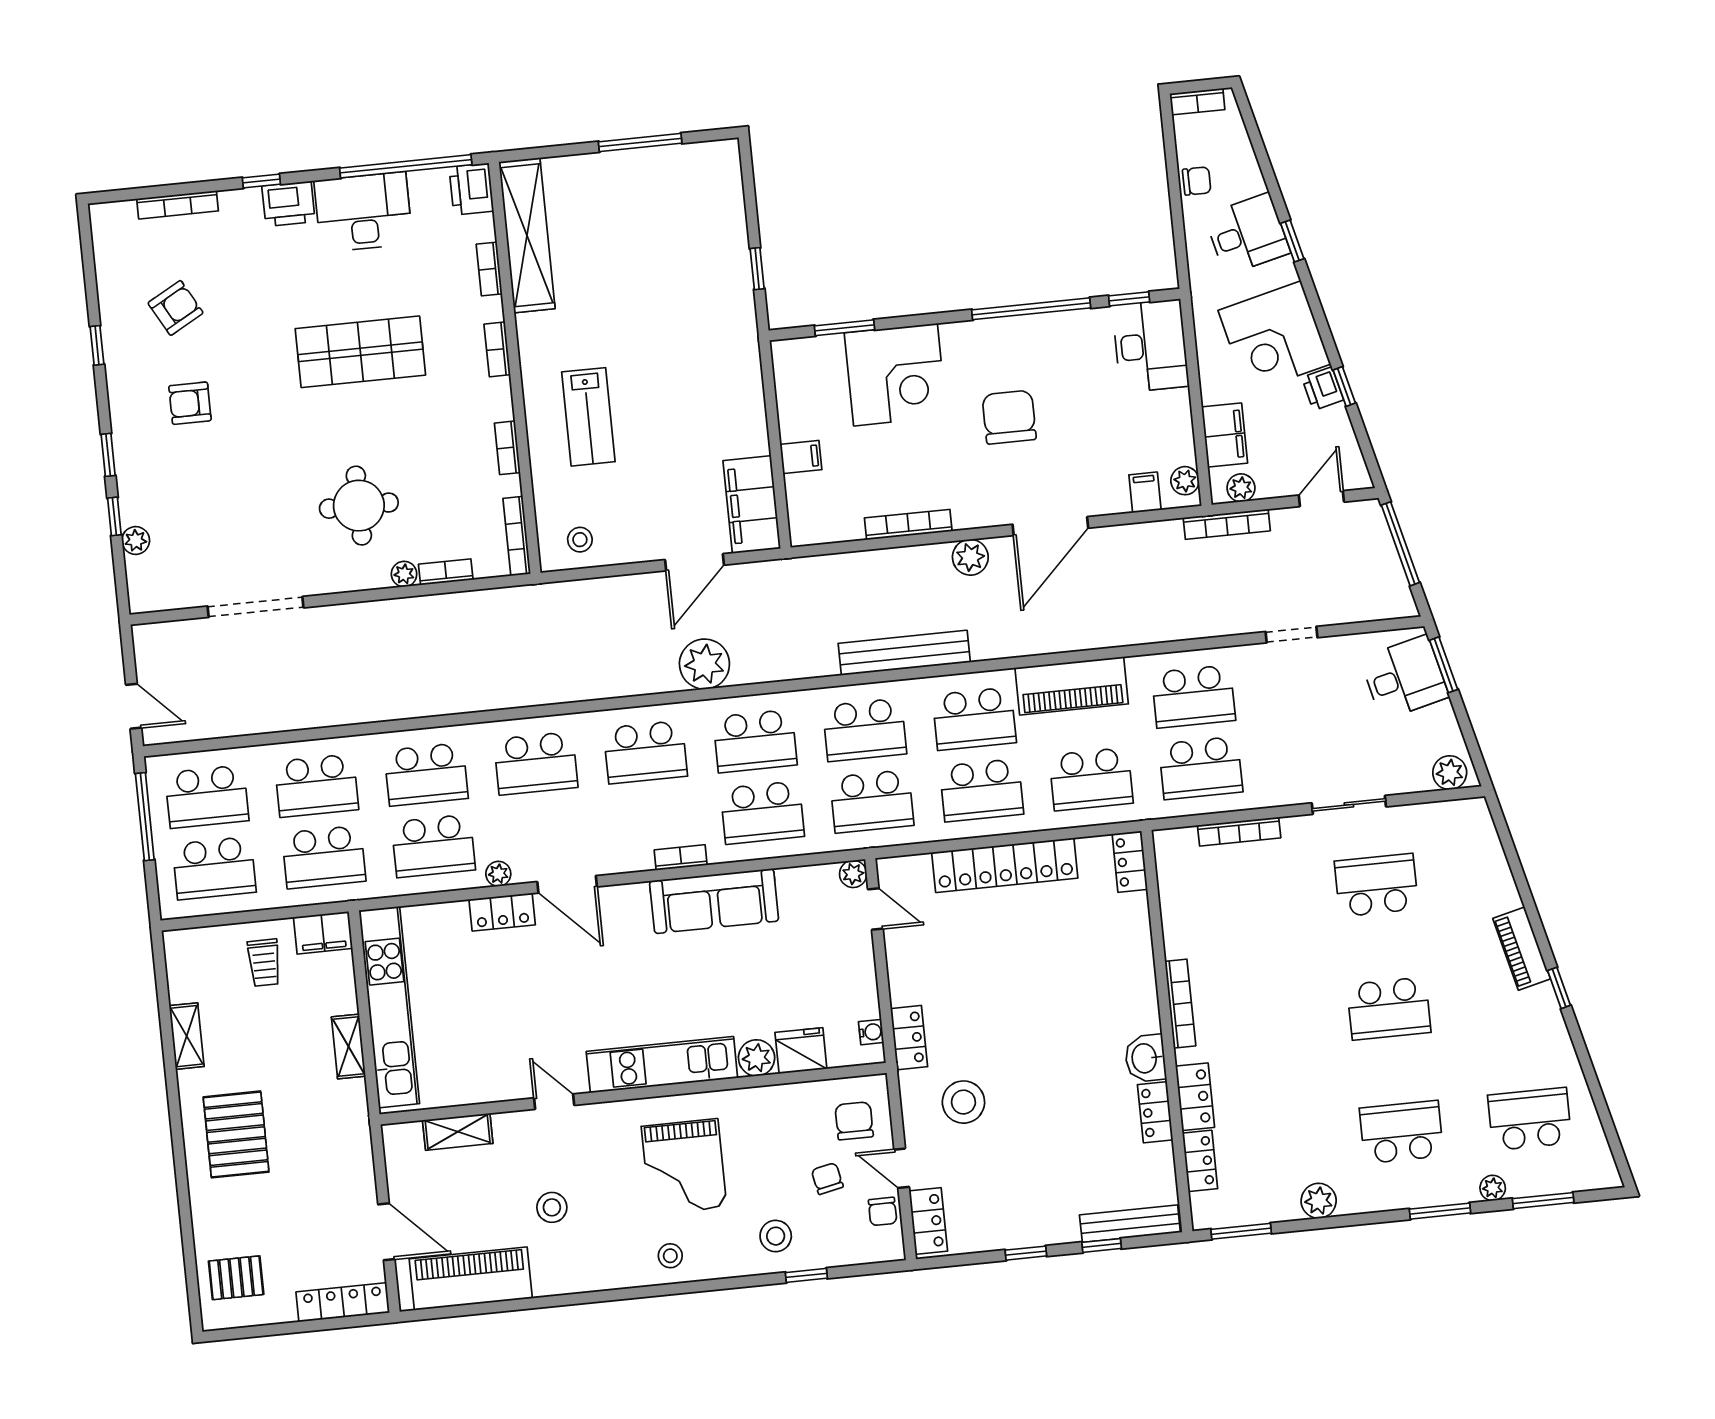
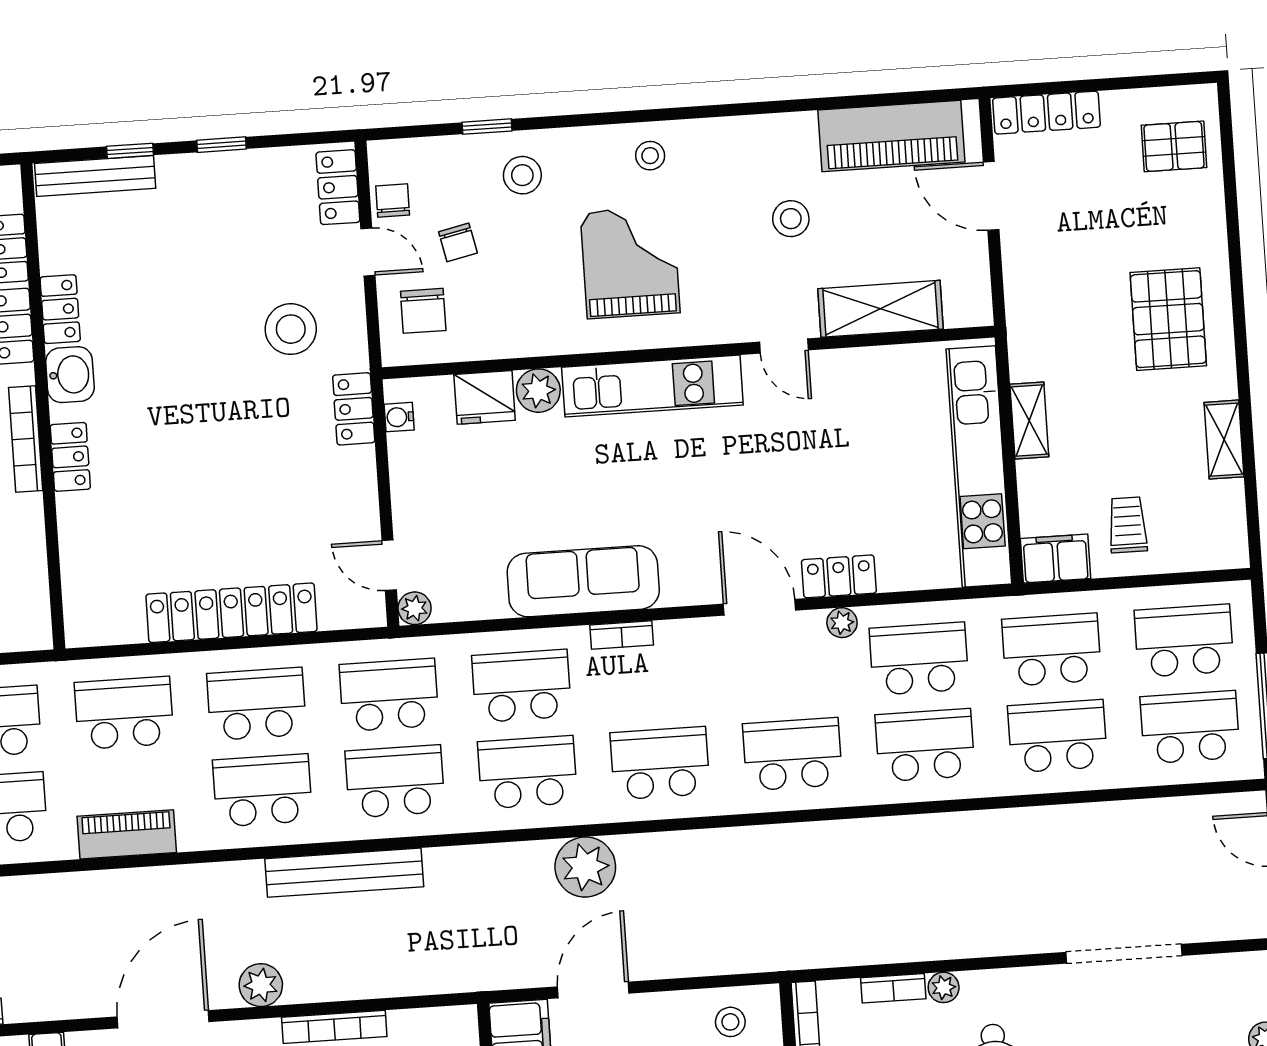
piano: (1072, 686) -> (127, 834), width x0.73, depth x0.75
locker: (1130, 862) -> (70, 457), moved
shelving: (458, 1132) -> (880, 309), width x1.50, depth x1.33

